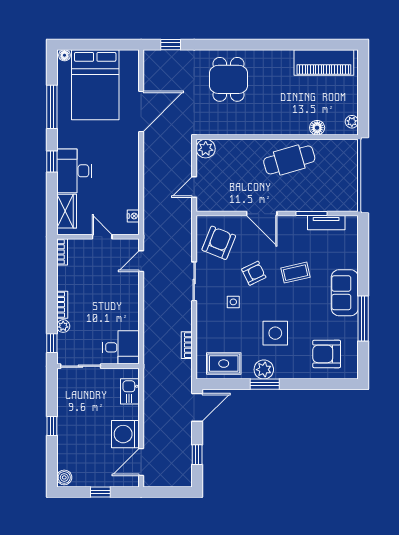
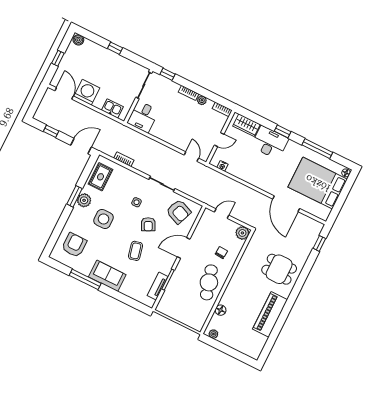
piano: (324, 62) -> (270, 314), moved
chair: (244, 163) -> (221, 253), added
door: (194, 187) -> (222, 214), hinge flipped
plant: (63, 326) -> (202, 100), moved
door: (197, 407) -> (81, 146), swing flipped

